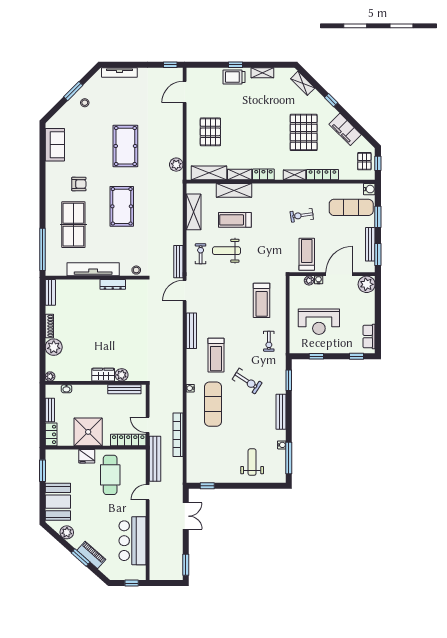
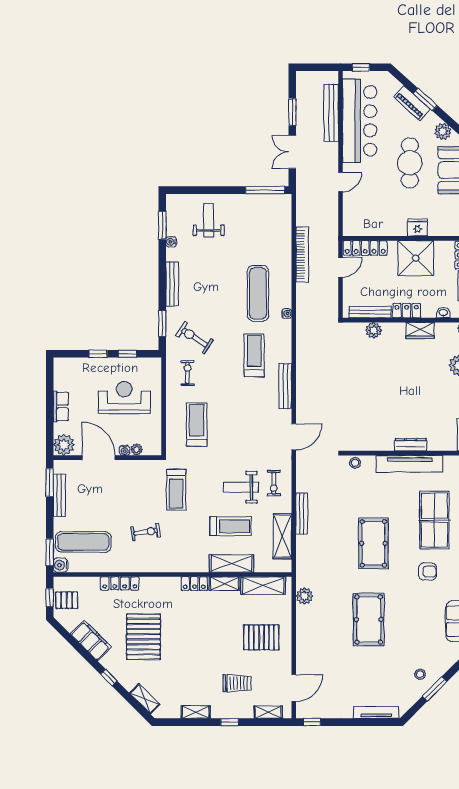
trolley: (234, 77) -> (237, 683), moved
pallet: (210, 132) -> (261, 637), turned 90
pallet: (364, 161) -> (67, 600), turned 90
shelving: (295, 175) -> (268, 712), moved
armchair: (79, 184) -> (427, 571), turned 180
window: (378, 217) -> (50, 552), moved
weight bench: (227, 251) -> (241, 487), turned 180
treadmill: (307, 254) -> (176, 490), moved
bench: (178, 262) -> (302, 514), moved
door: (339, 274) -> (99, 458), swing flipped
dresser: (113, 284) -> (411, 445), moved
row of seats: (369, 337) -> (61, 407), moved
window: (356, 356) -> (98, 354), moved
wardrobe: (103, 375) -> (420, 331), moved
exercise bike: (247, 381) -> (195, 338), moved
locker: (95, 390) -> (407, 311), added
door: (148, 425) -> (341, 267), hinge flipped
window: (289, 458) -> (162, 225), width x0.69
bench: (155, 459) -> (331, 113), moved
weight bench: (252, 462) -> (209, 220), turned 180
cafe table: (110, 475) -> (410, 163), moved
window: (207, 486) -> (265, 190), width x2.17
bar counter: (133, 541) -> (360, 121), width x1.36
window: (186, 565) -> (292, 112), moved

